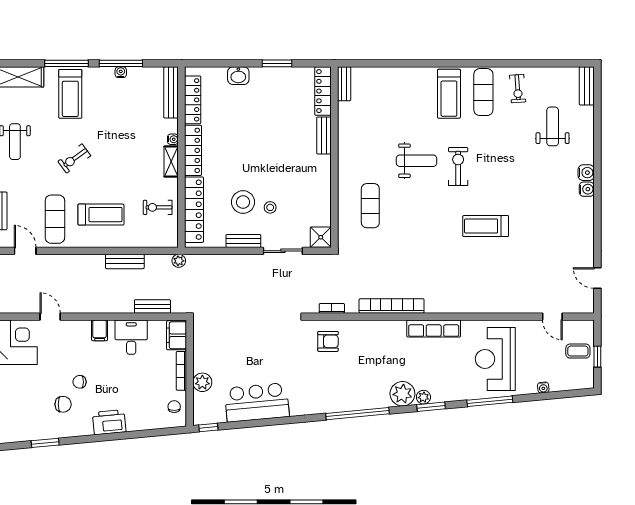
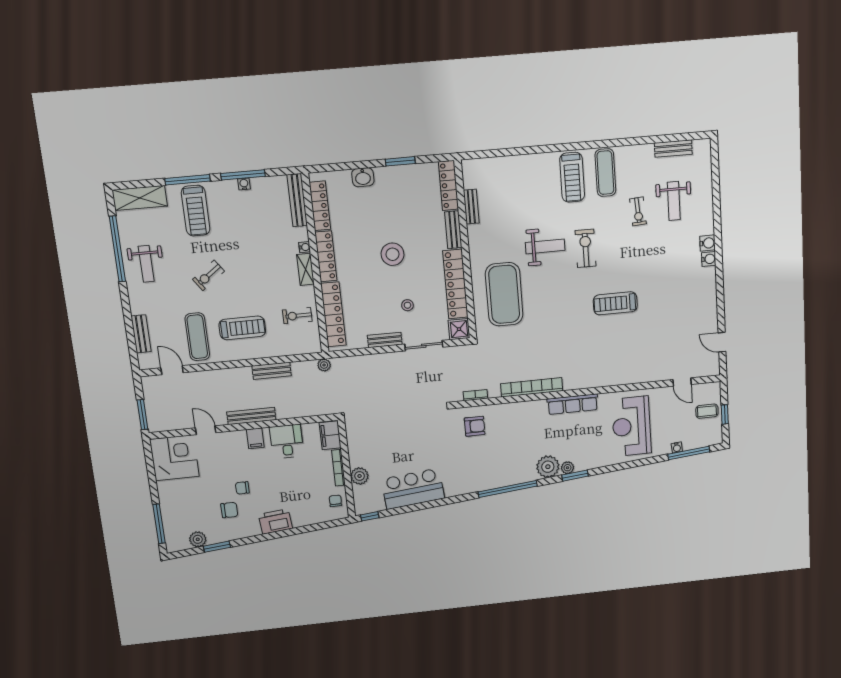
bench: (344, 84) -> (471, 207), moved
bench: (587, 86) -> (673, 149), moved, turned 90
exercise bike: (518, 89) -> (638, 211), moved
weight bench: (553, 126) -> (674, 201), turned 180
locker: (321, 191) -> (455, 284), added
stool: (243, 202) -> (393, 254), moved
exercise mat: (370, 206) -> (504, 294), width x2.00, depth x1.45
bench: (152, 306) -> (251, 416), moved, width x1.36
window: (490, 401) -> (689, 453), moved
plant: (26, 433) -> (198, 539), added

